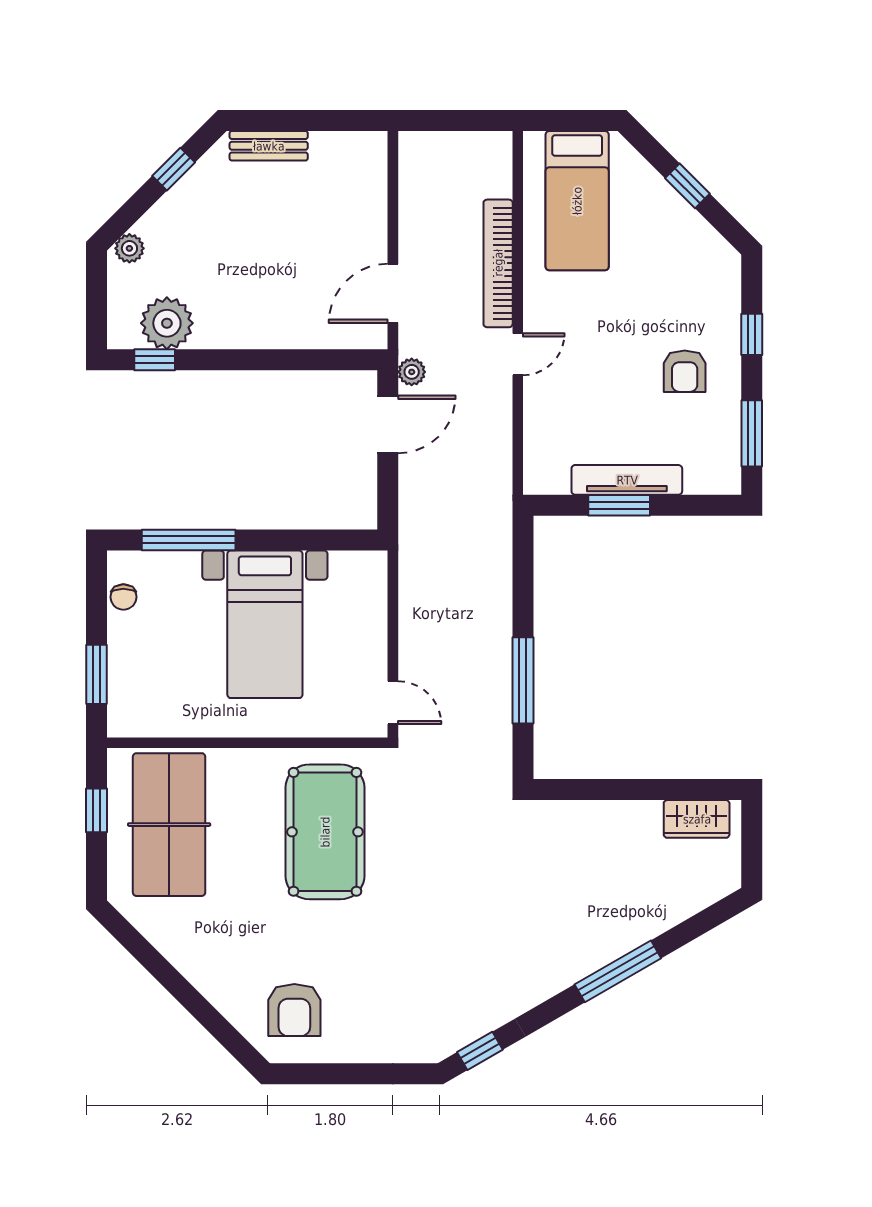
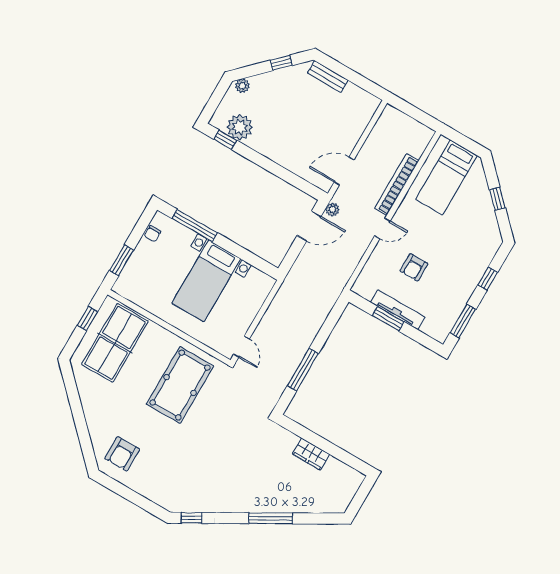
armchair: (685, 371) -> (414, 267), moved
wardrobe: (697, 819) -> (311, 454), moved

